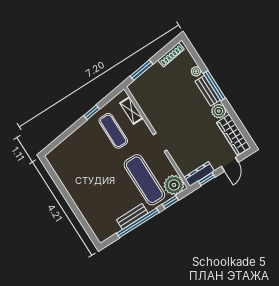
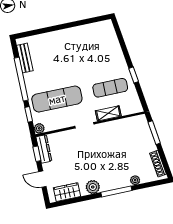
bench: (208, 91) -> (114, 184), removed
shelving: (131, 111) -> (108, 113), moved
wardrobe: (233, 135) -> (67, 192), width x0.67
plant: (174, 185) -> (39, 128), width x0.53, depth x0.53
bench: (132, 216) -> (25, 58), moved

